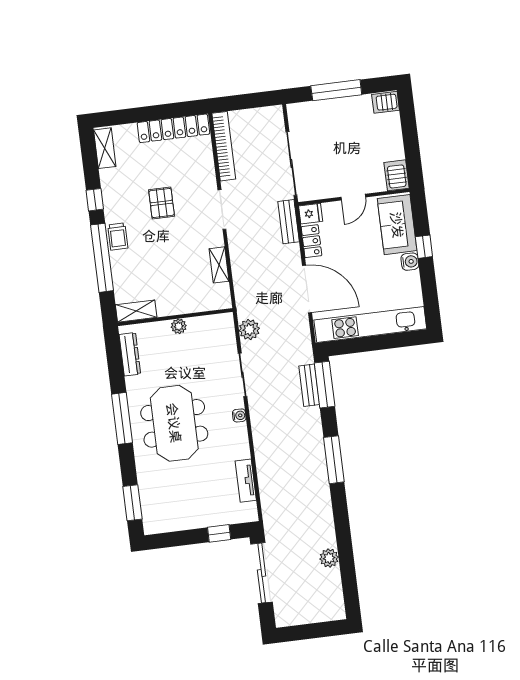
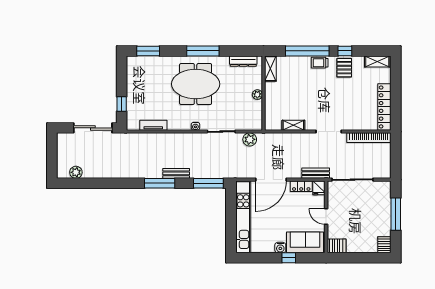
pallet: (162, 203) -> (344, 68), moved, turned 90
bench: (309, 385) -> (176, 173), moved
plant: (329, 558) -> (76, 172), moved

